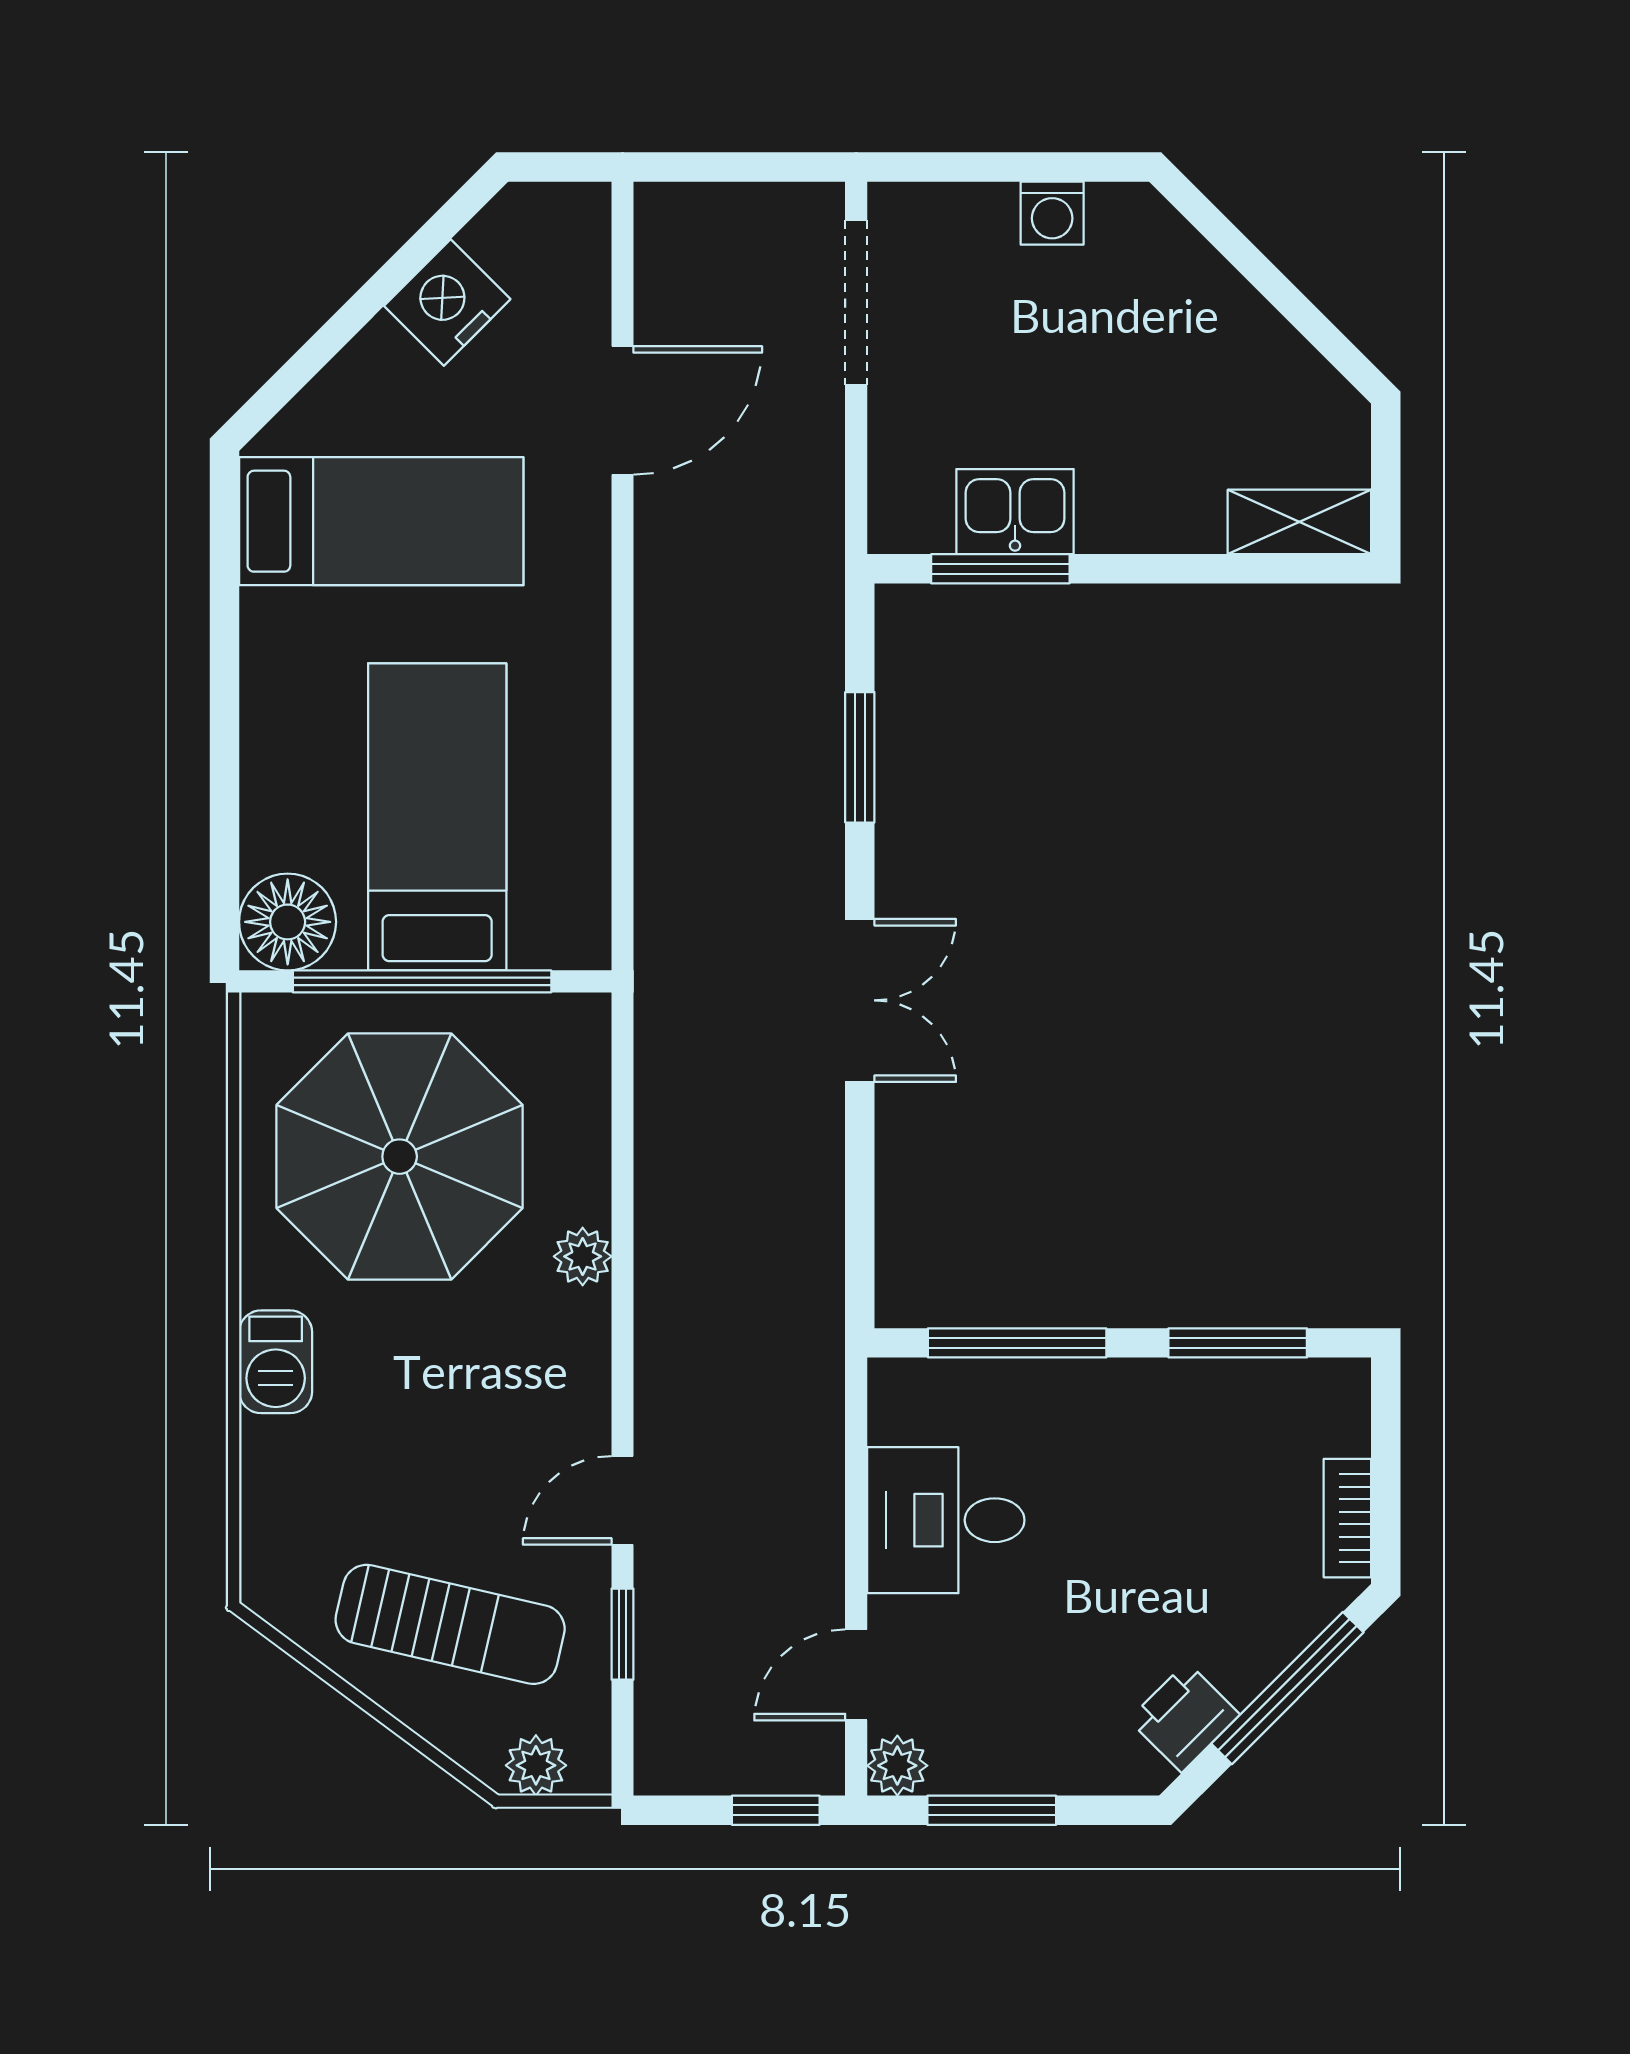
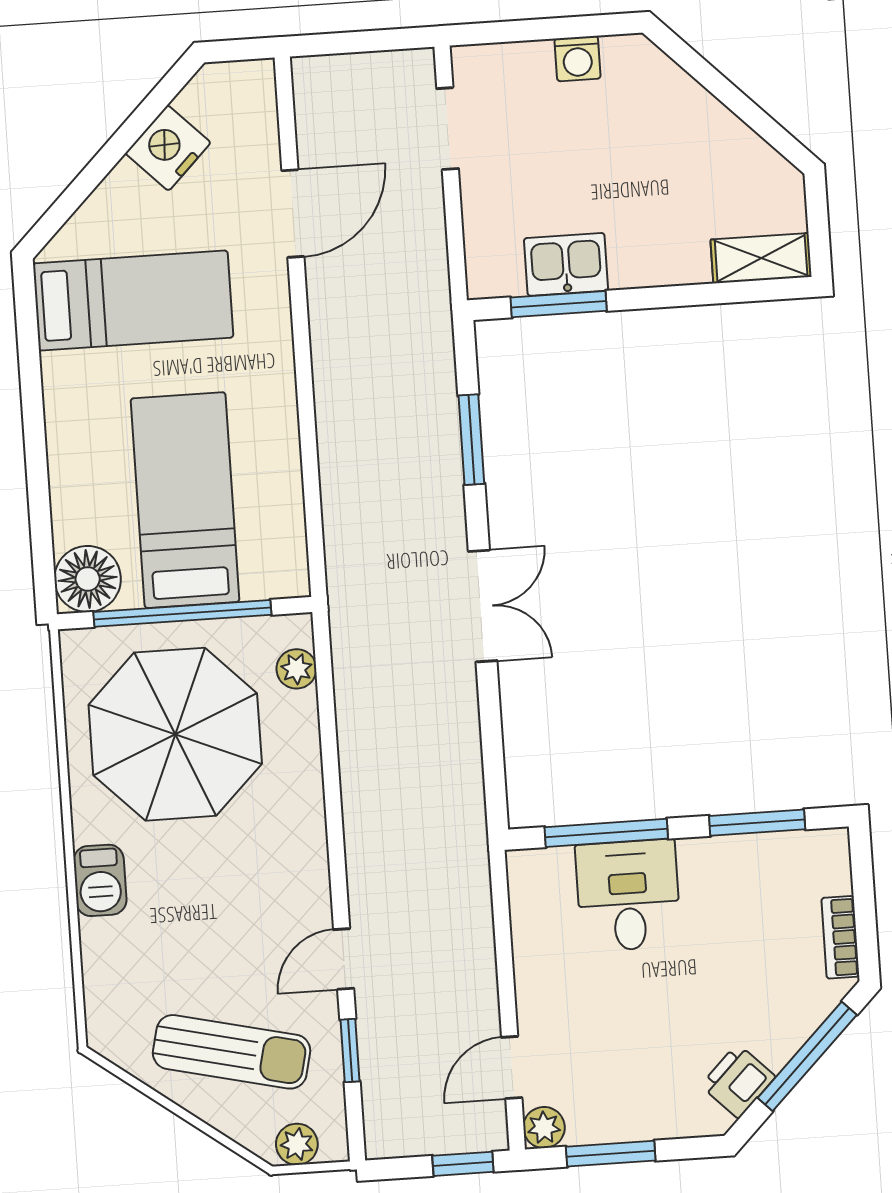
doorway: (856, 302) -> (448, 129), width x0.73
plant: (583, 1256) -> (296, 669), moved
desk: (946, 1520) -> (628, 895), moved, turned 90

